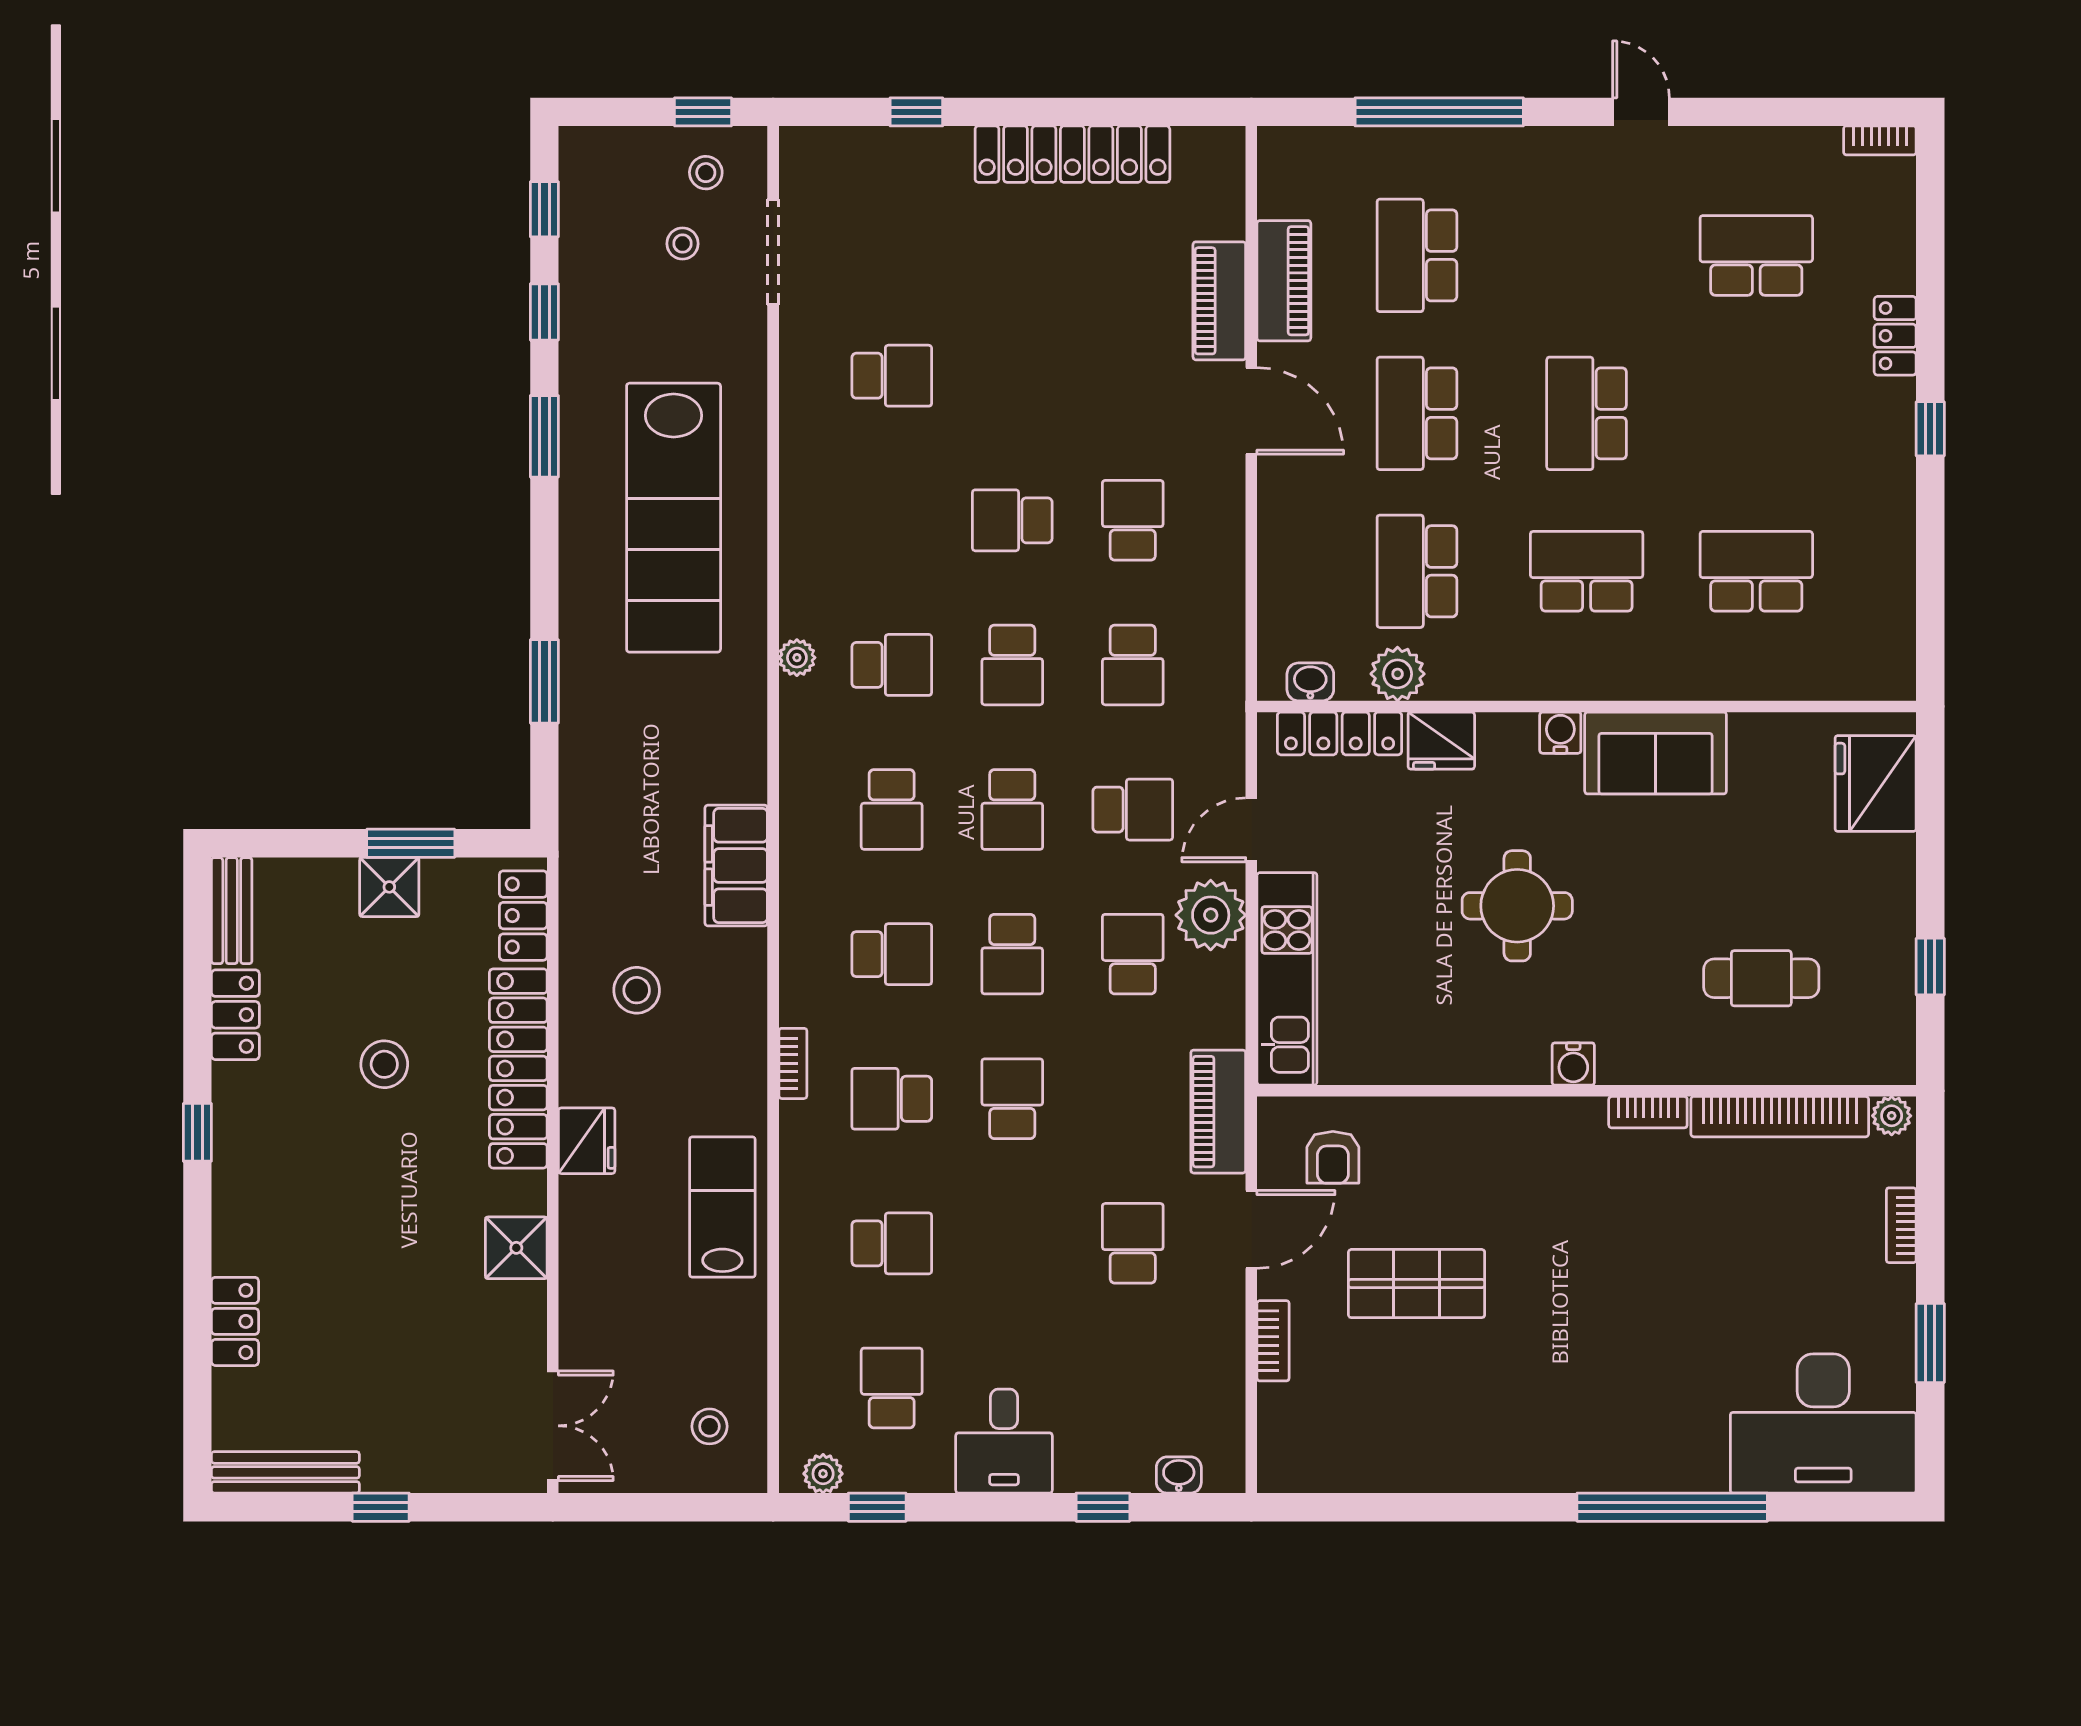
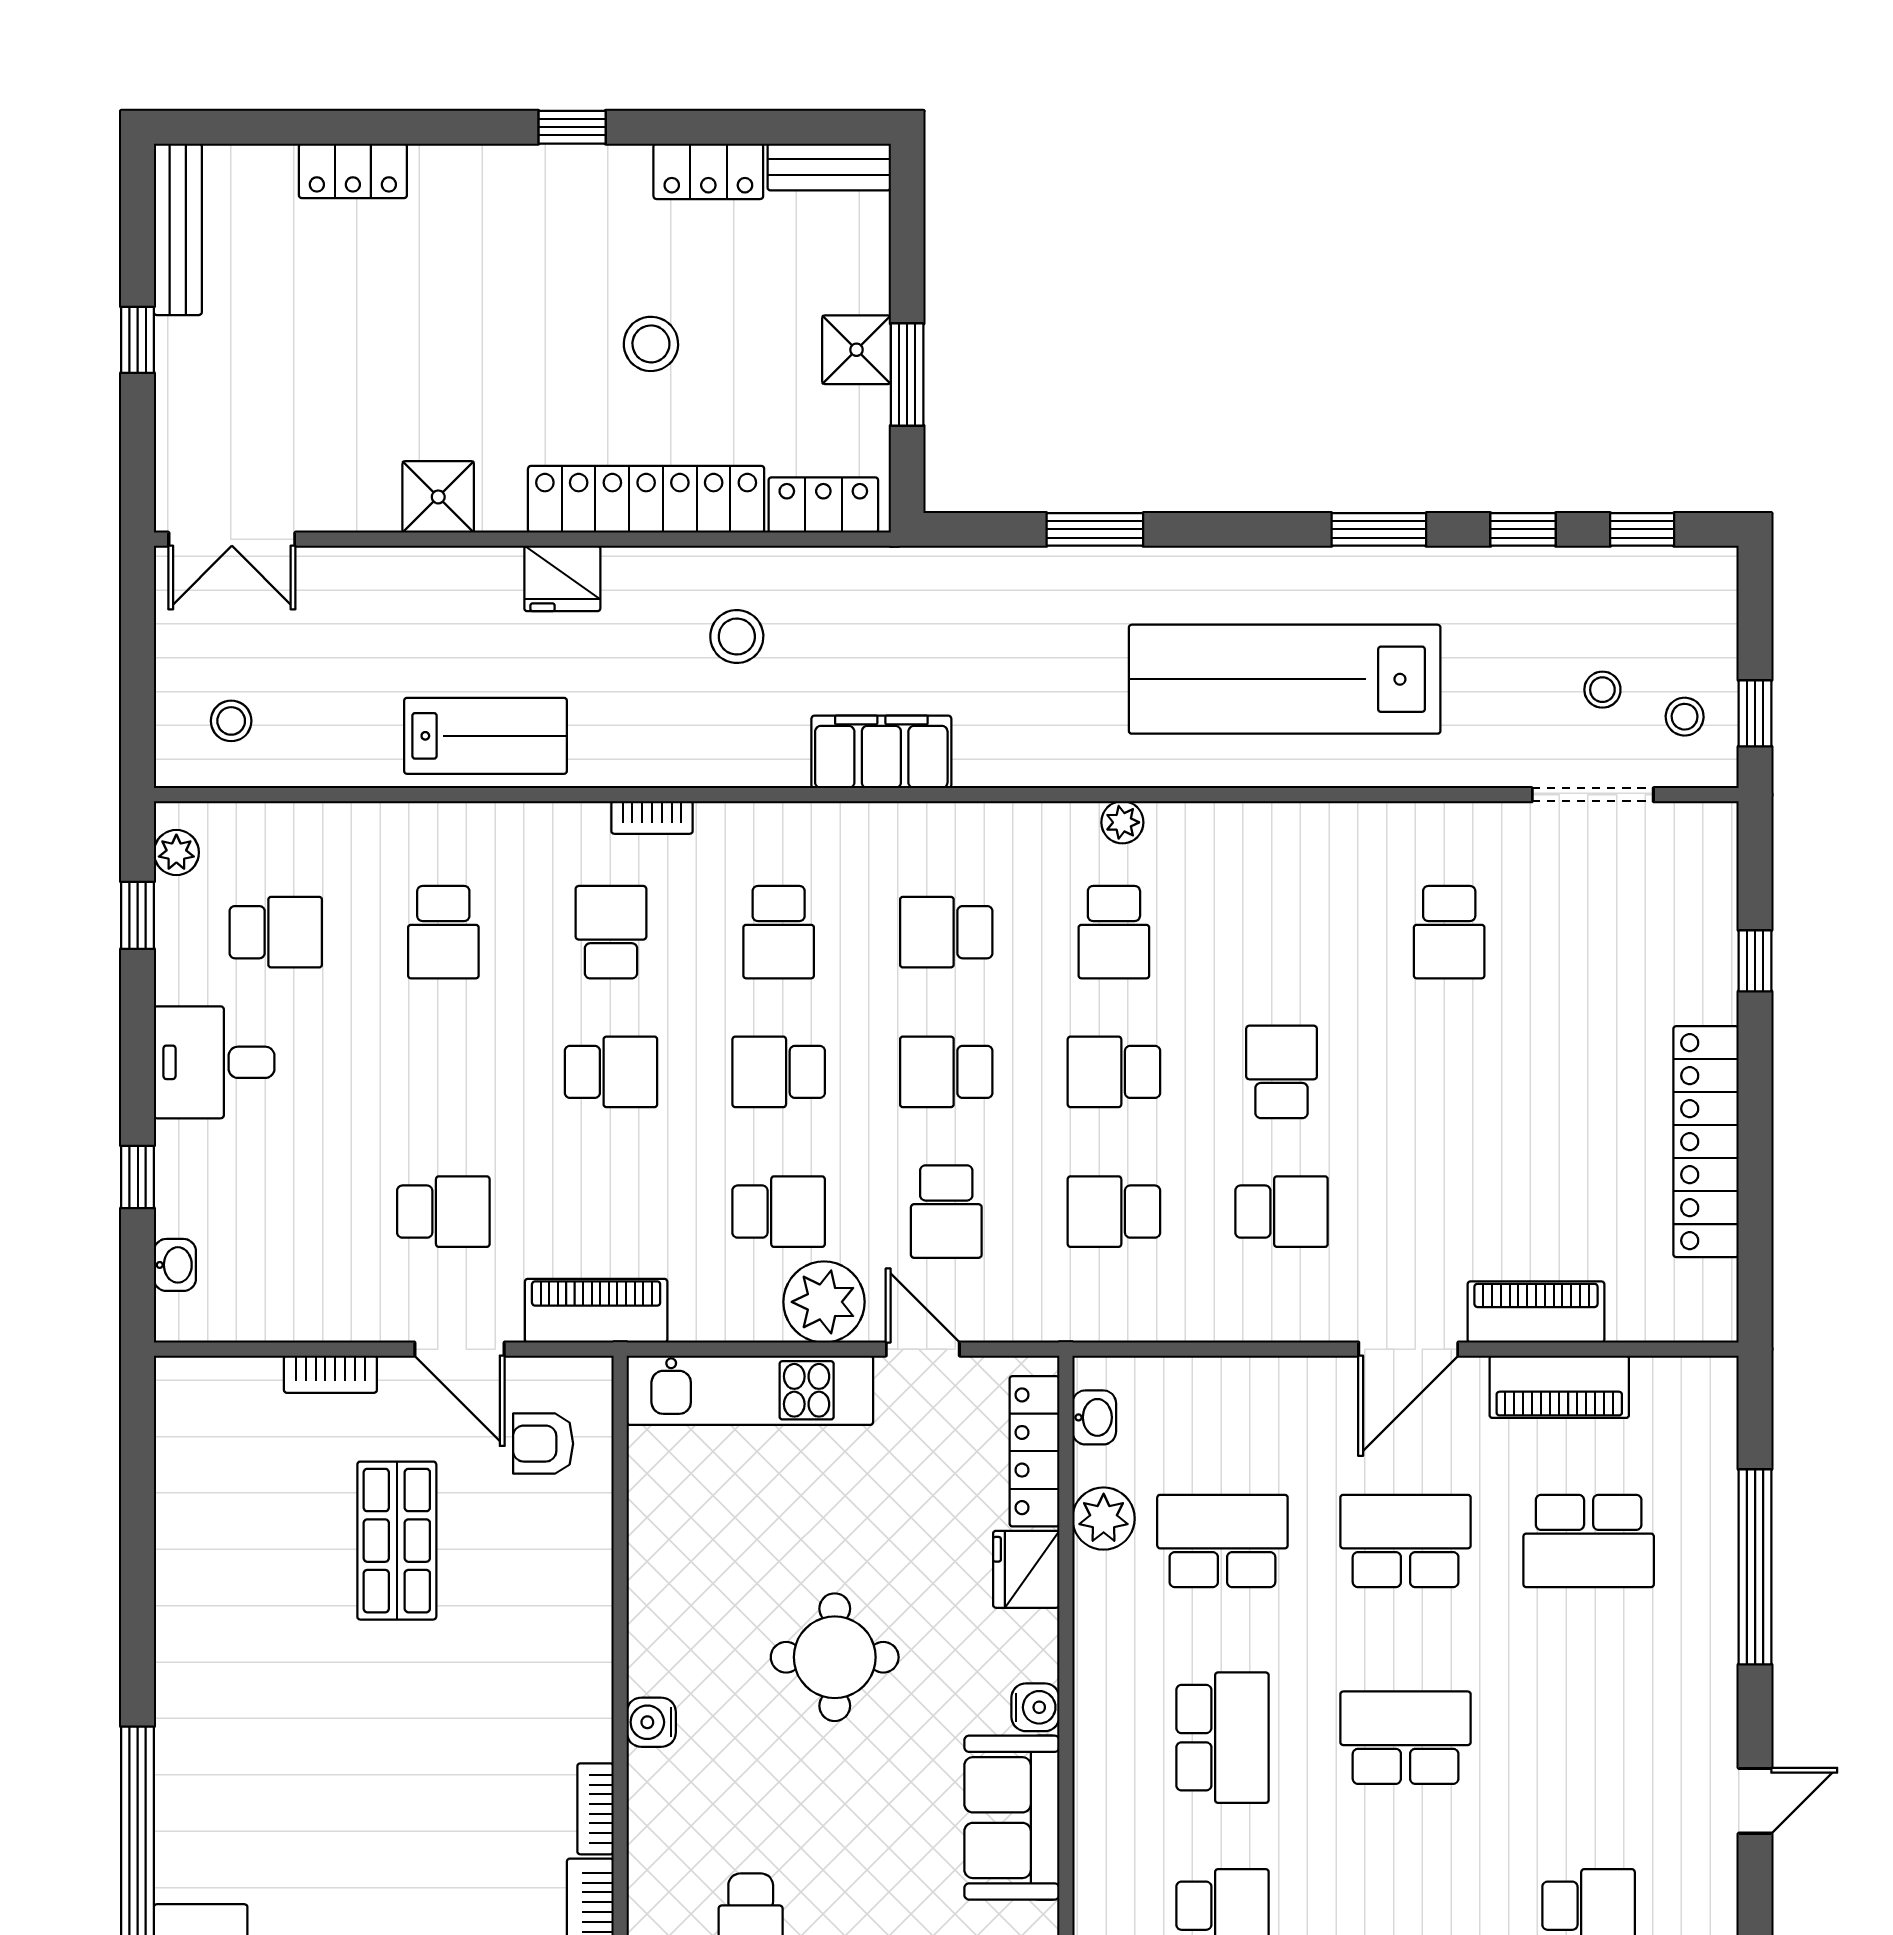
school desk: (1417, 255) -> (1589, 1541), turned 180

